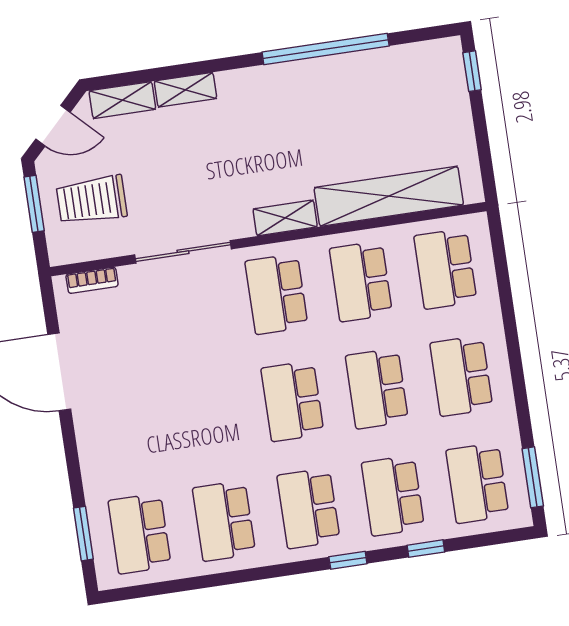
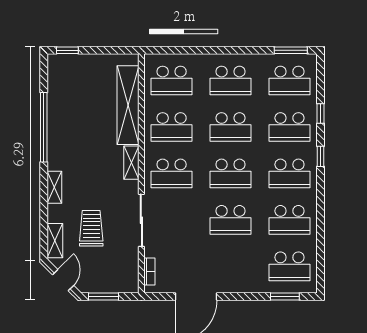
shelving: (185, 90) -> (54, 187), moved
trolley: (92, 200) -> (91, 228), moved, turned 180
school desk: (208, 414) -> (231, 220), added

